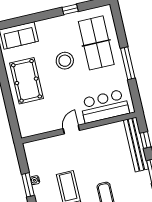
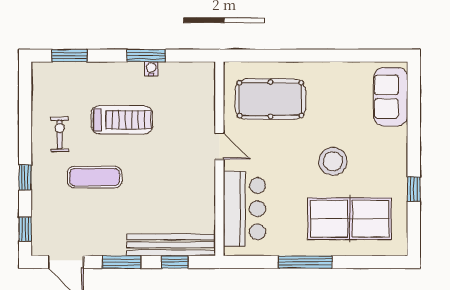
pool table: (27, 81) -> (270, 99), moved

